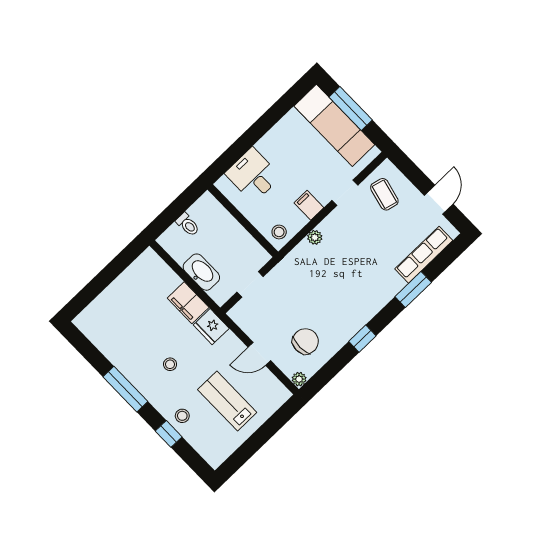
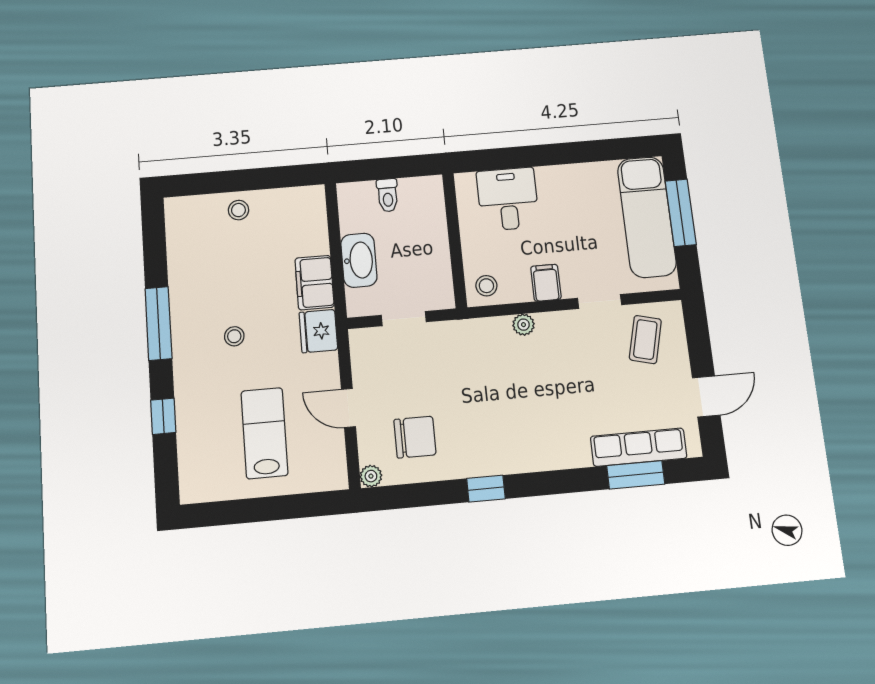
window: (413, 290) -> (636, 475), moved
stool: (182, 416) -> (238, 210), moved

